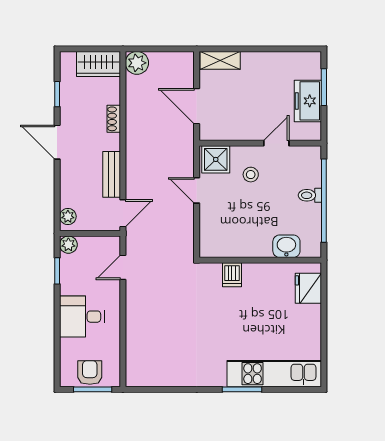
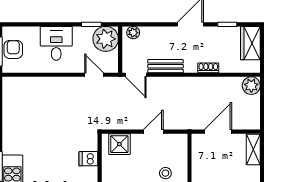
wardrobe: (98, 64) -> (250, 43), moved
shower: (216, 159) -> (119, 144), moved
plant: (68, 245) -> (106, 39), width x1.87, depth x1.87
armchair: (90, 373) -> (13, 49), turned -90

